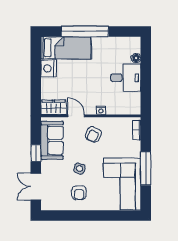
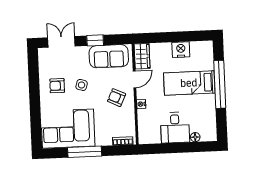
bed: (66, 48) -> (189, 83), moved, turned 90

